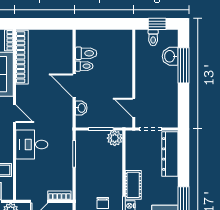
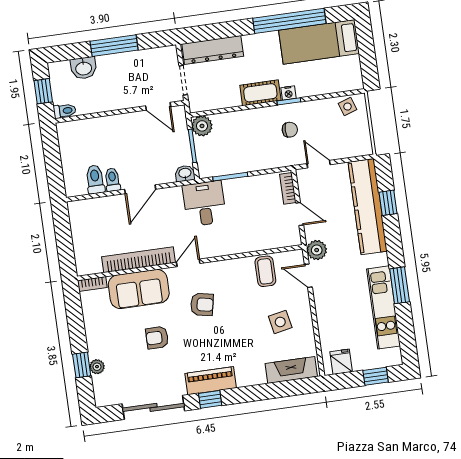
toilet: (153, 38) -> (65, 111), moved
bookcase: (22, 57) -> (139, 260), moved
window: (184, 65) -> (114, 46), moved
washbasin: (81, 108) -> (185, 173), moved
door: (134, 108) -> (158, 106), hinge flipped
desk: (32, 144) -> (204, 204), moved, turned 180

